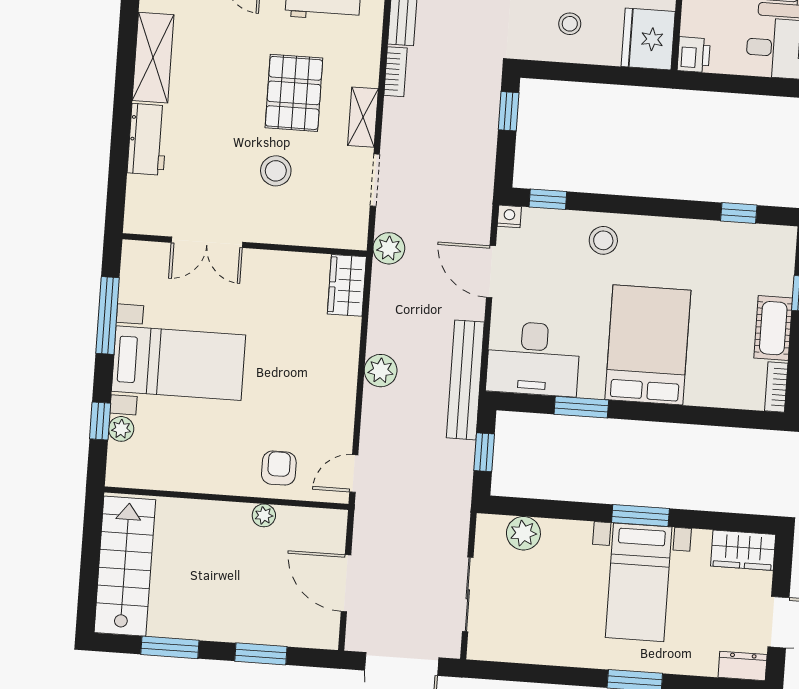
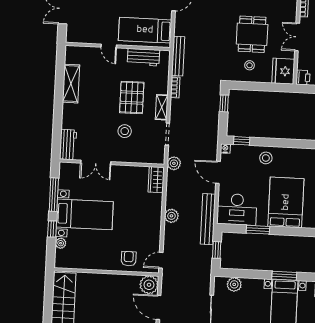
workbench: (148, 139) -> (68, 145), moved
window: (100, 421) -> (52, 229), moved
plant: (264, 515) -> (149, 285), moved, width x1.88, depth x1.88

